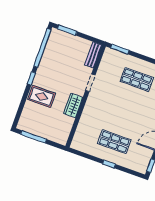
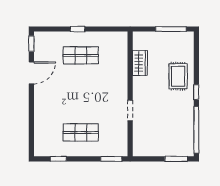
bench: (93, 55) -> (138, 142), removed
rug: (42, 97) -> (178, 76), turned 90
wardrobe: (73, 105) -> (140, 63), moved

